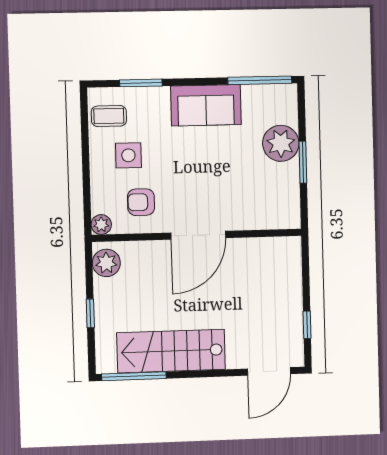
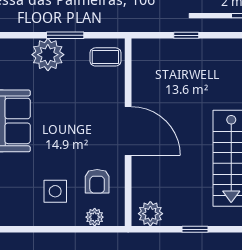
coffee table: (109, 116) -> (105, 57), moved, turned 90
plant: (101, 225) -> (95, 217), moved
window: (307, 325) -> (186, 35), moved

